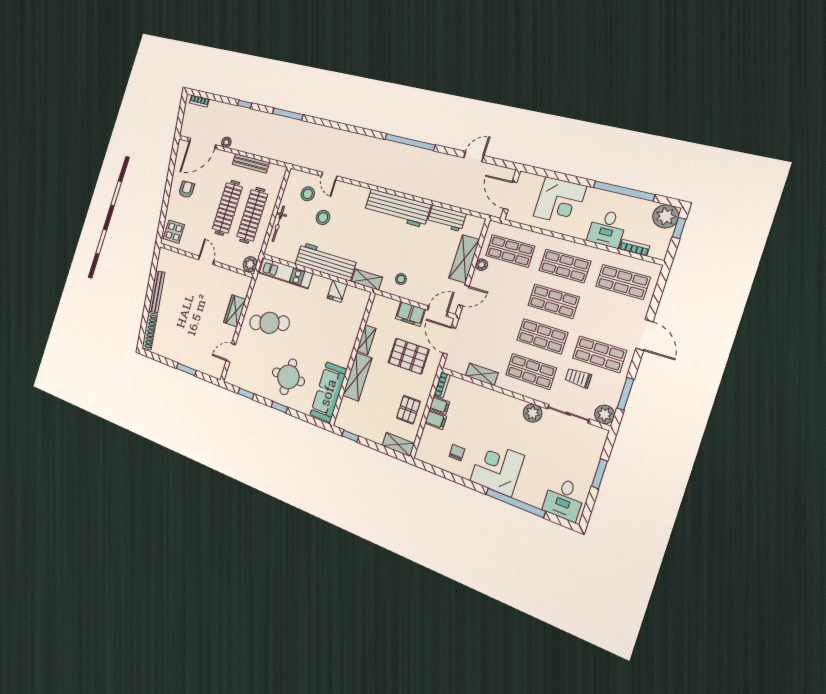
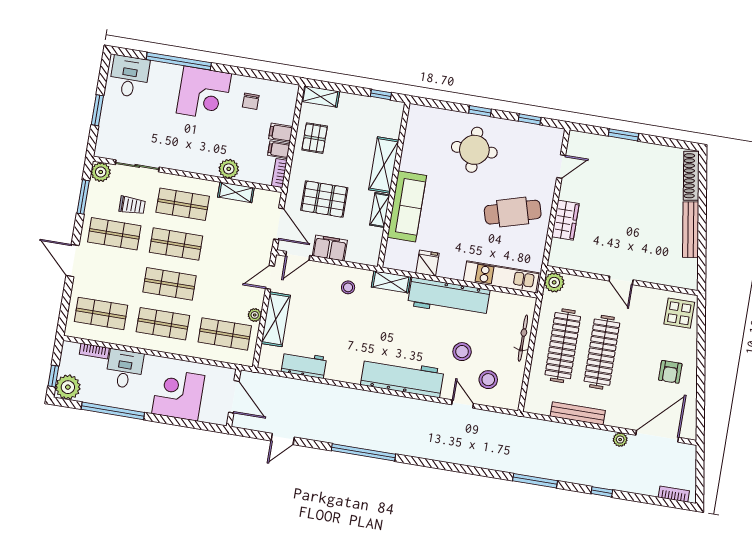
workbench: (397, 208) -> (402, 377), moved
sofa: (328, 392) -> (407, 206), moved
plant: (533, 413) -> (229, 169), moved

